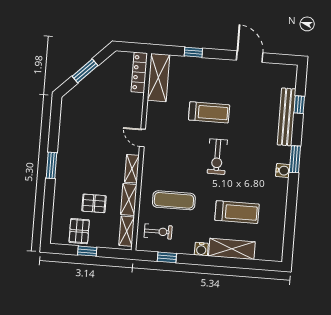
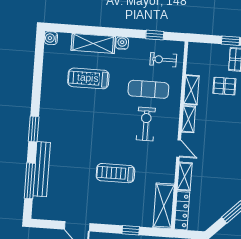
window: (299, 105) -> (30, 181), width x2.17
exercise bike: (217, 157) -> (146, 124), moved
water cooler: (283, 171) -> (51, 38), moved
shelving: (127, 231) -> (185, 177), moved

